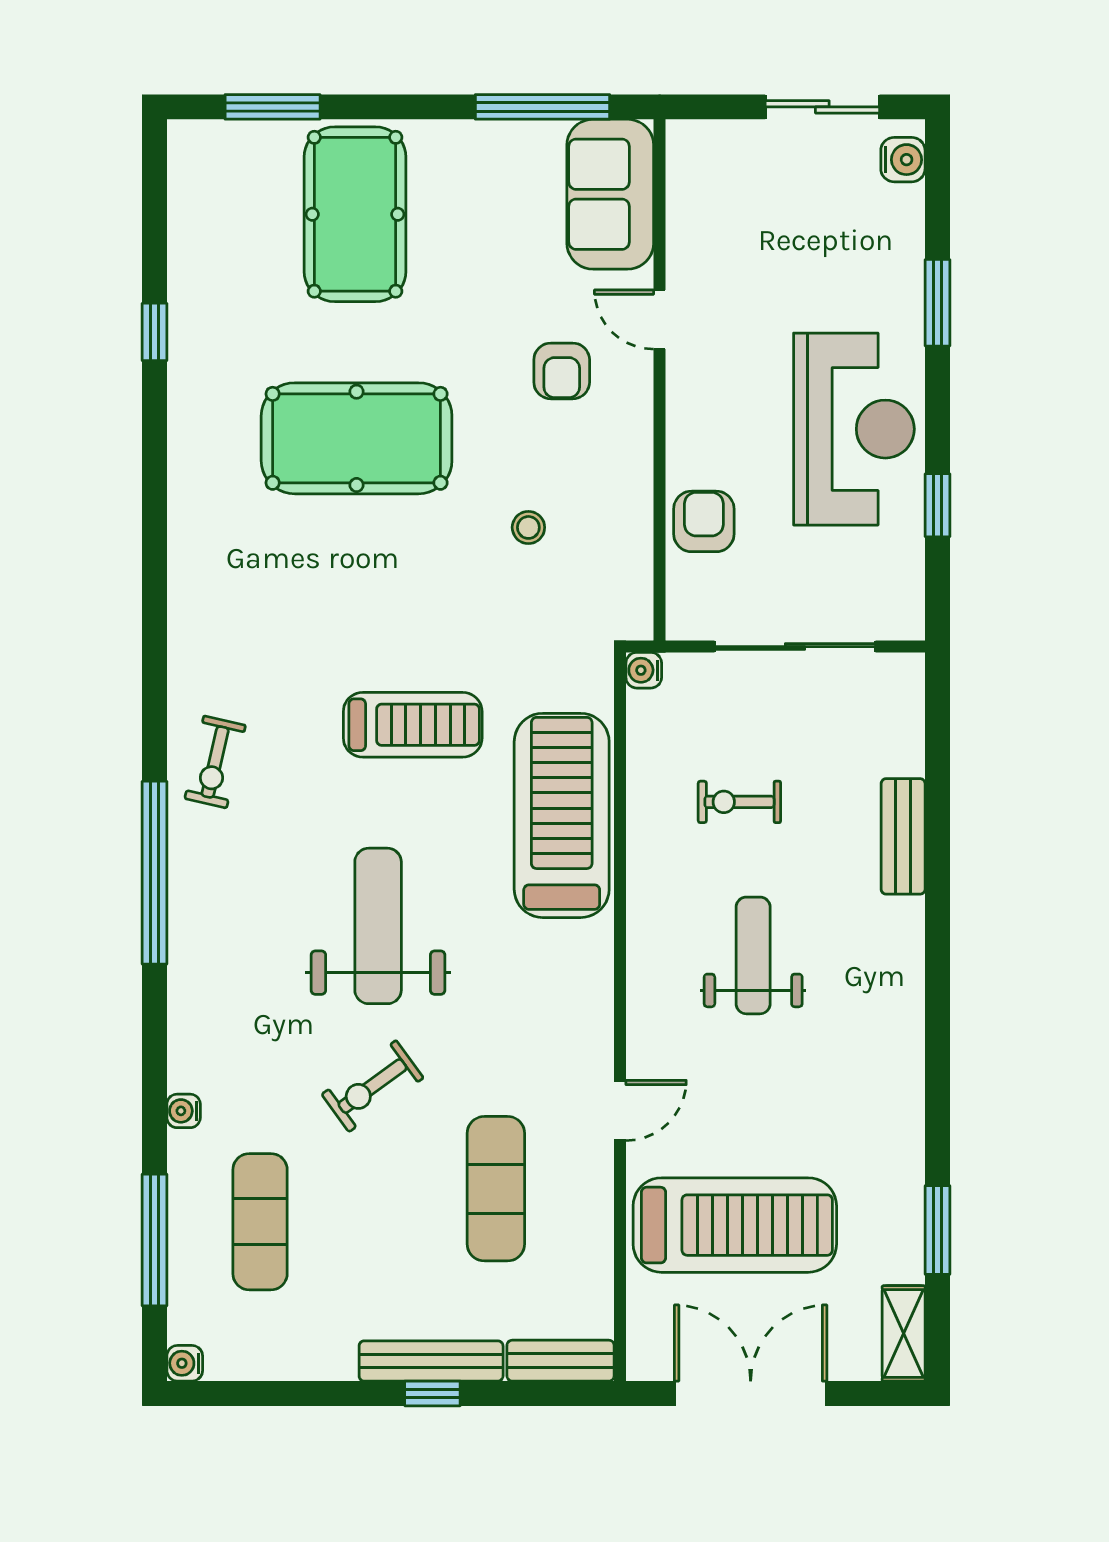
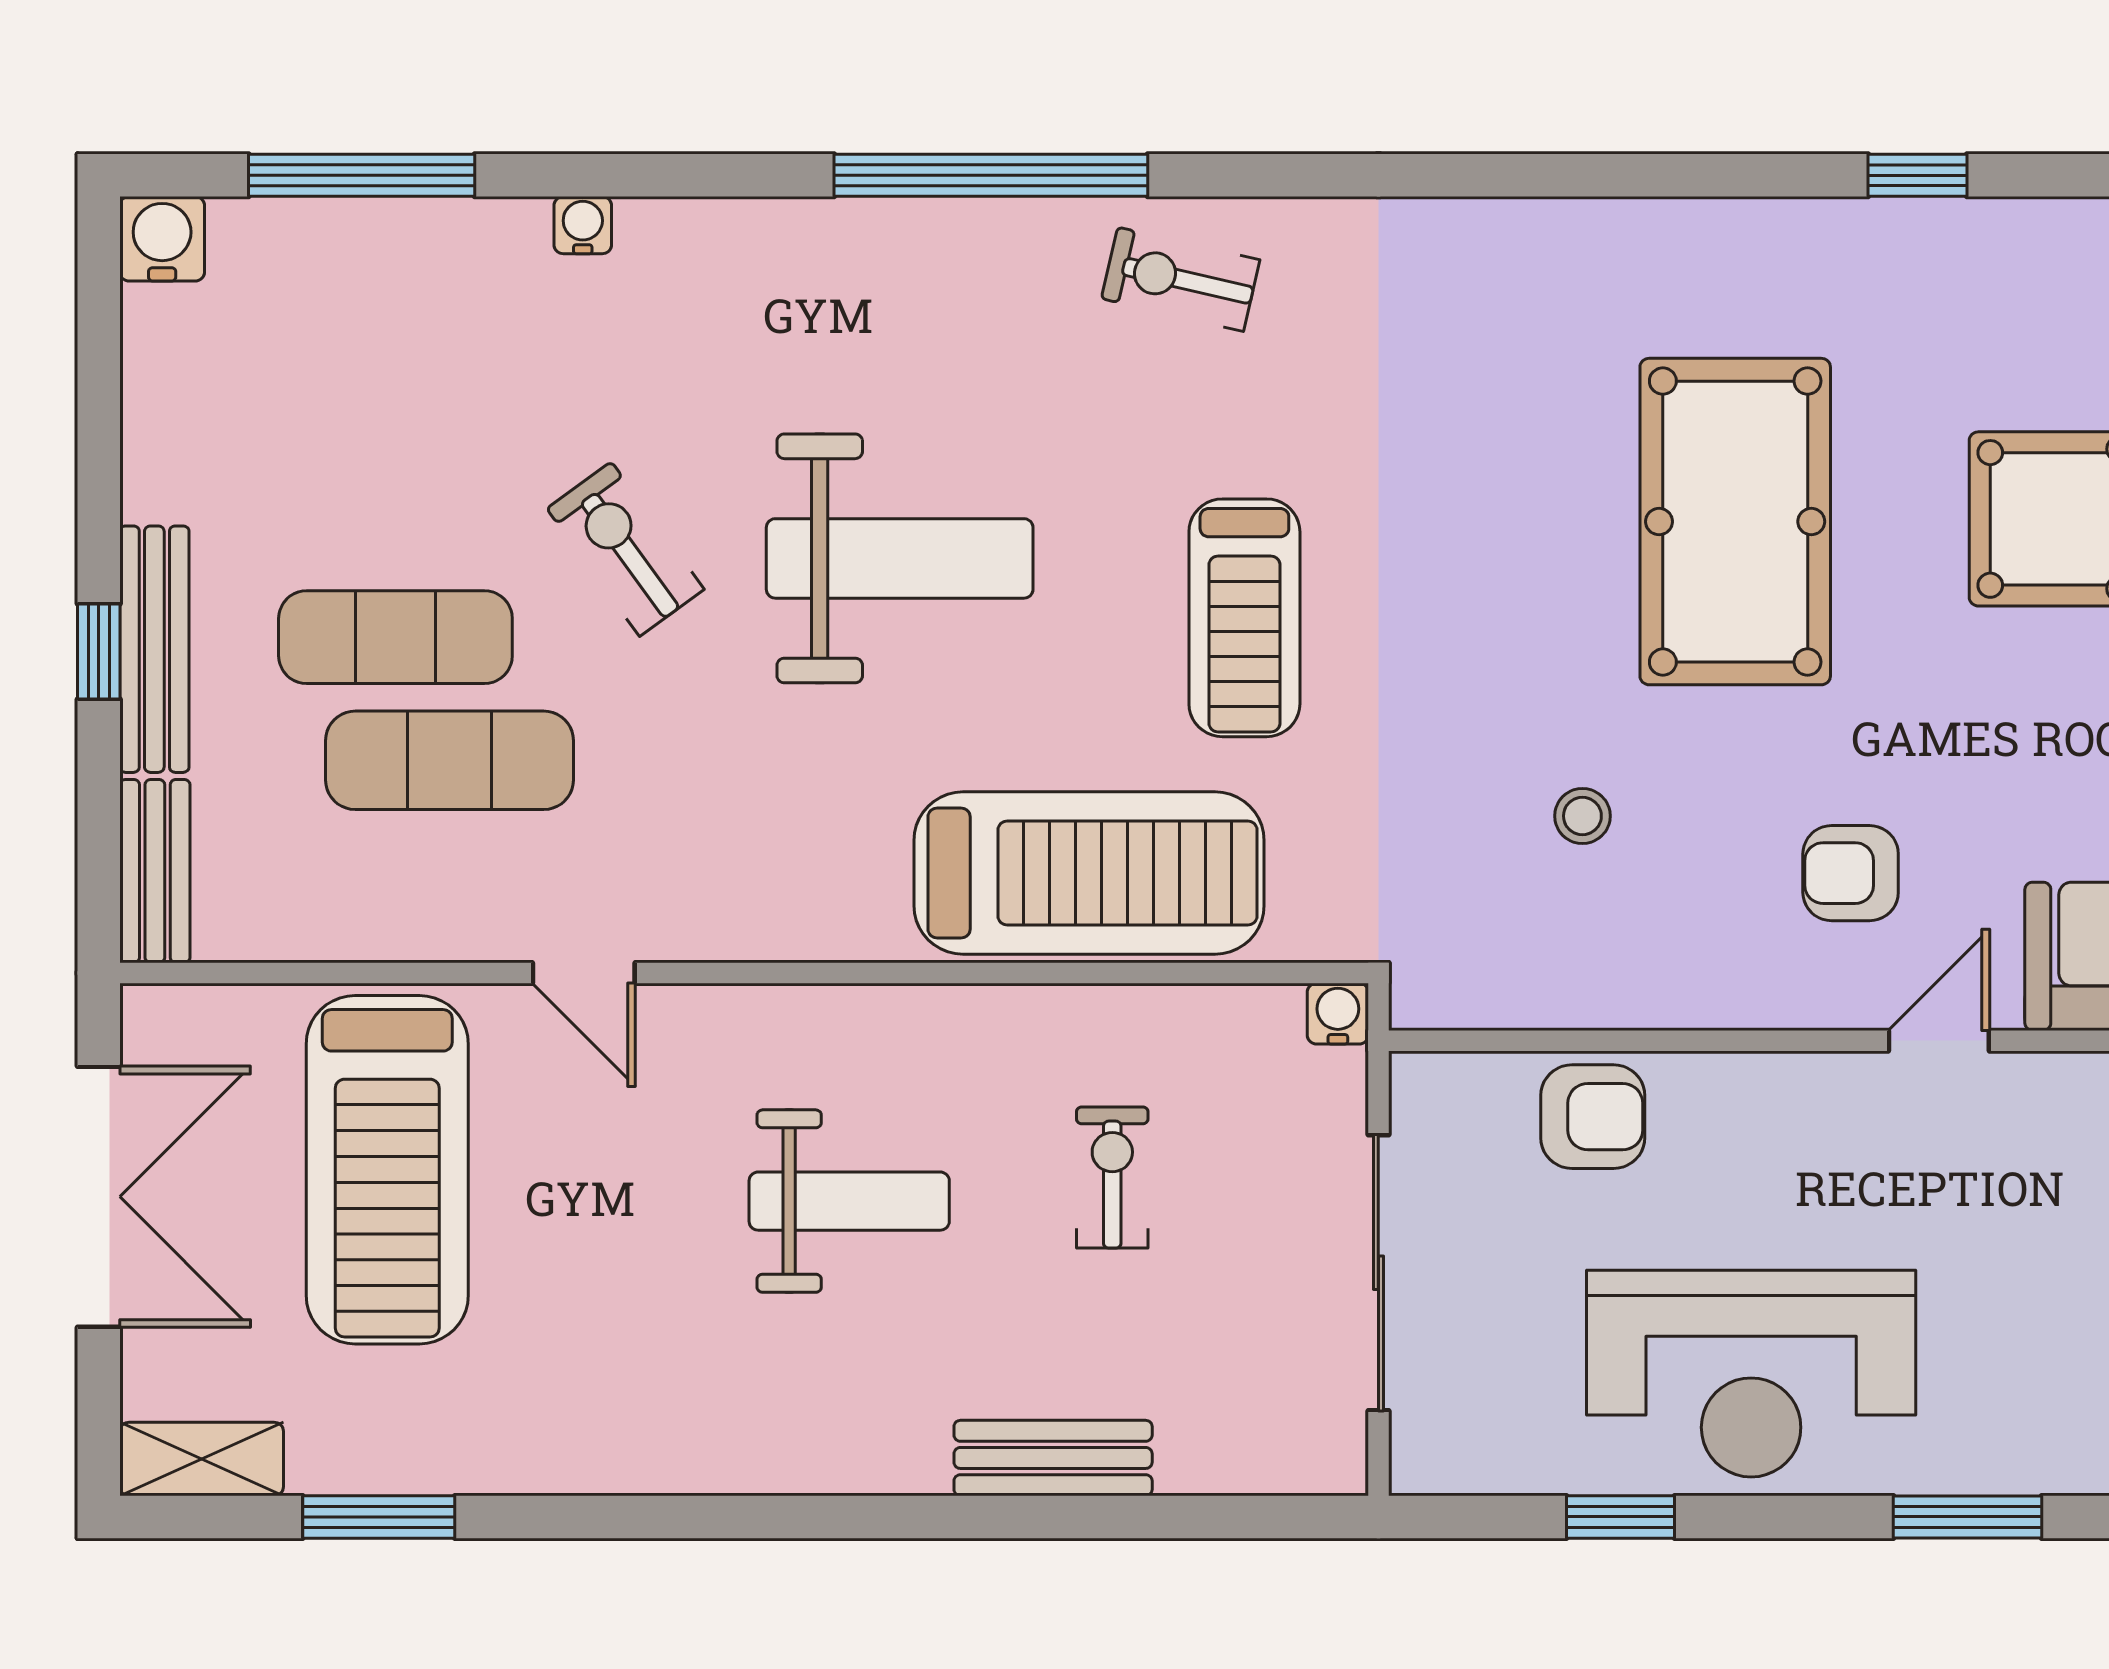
exercise mat: (260, 1222) -> (395, 637), moved
water cooler: (185, 1363) -> (162, 239), width x1.38, depth x1.38

